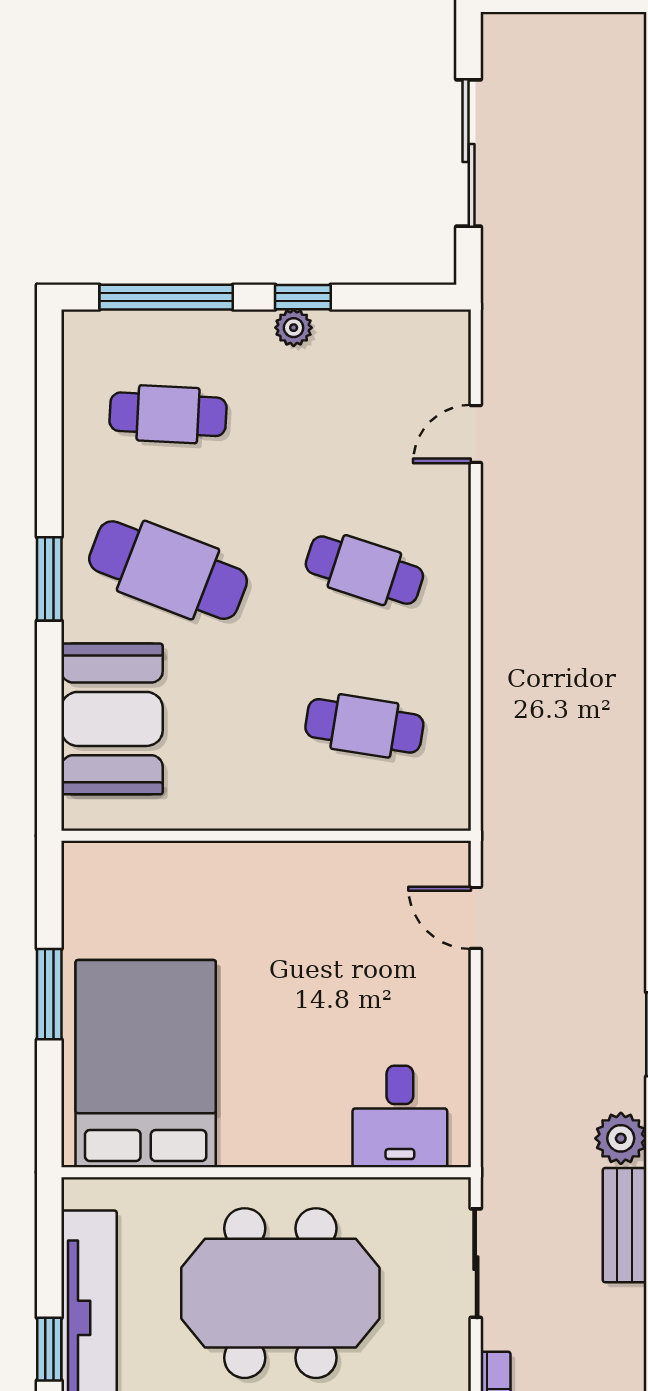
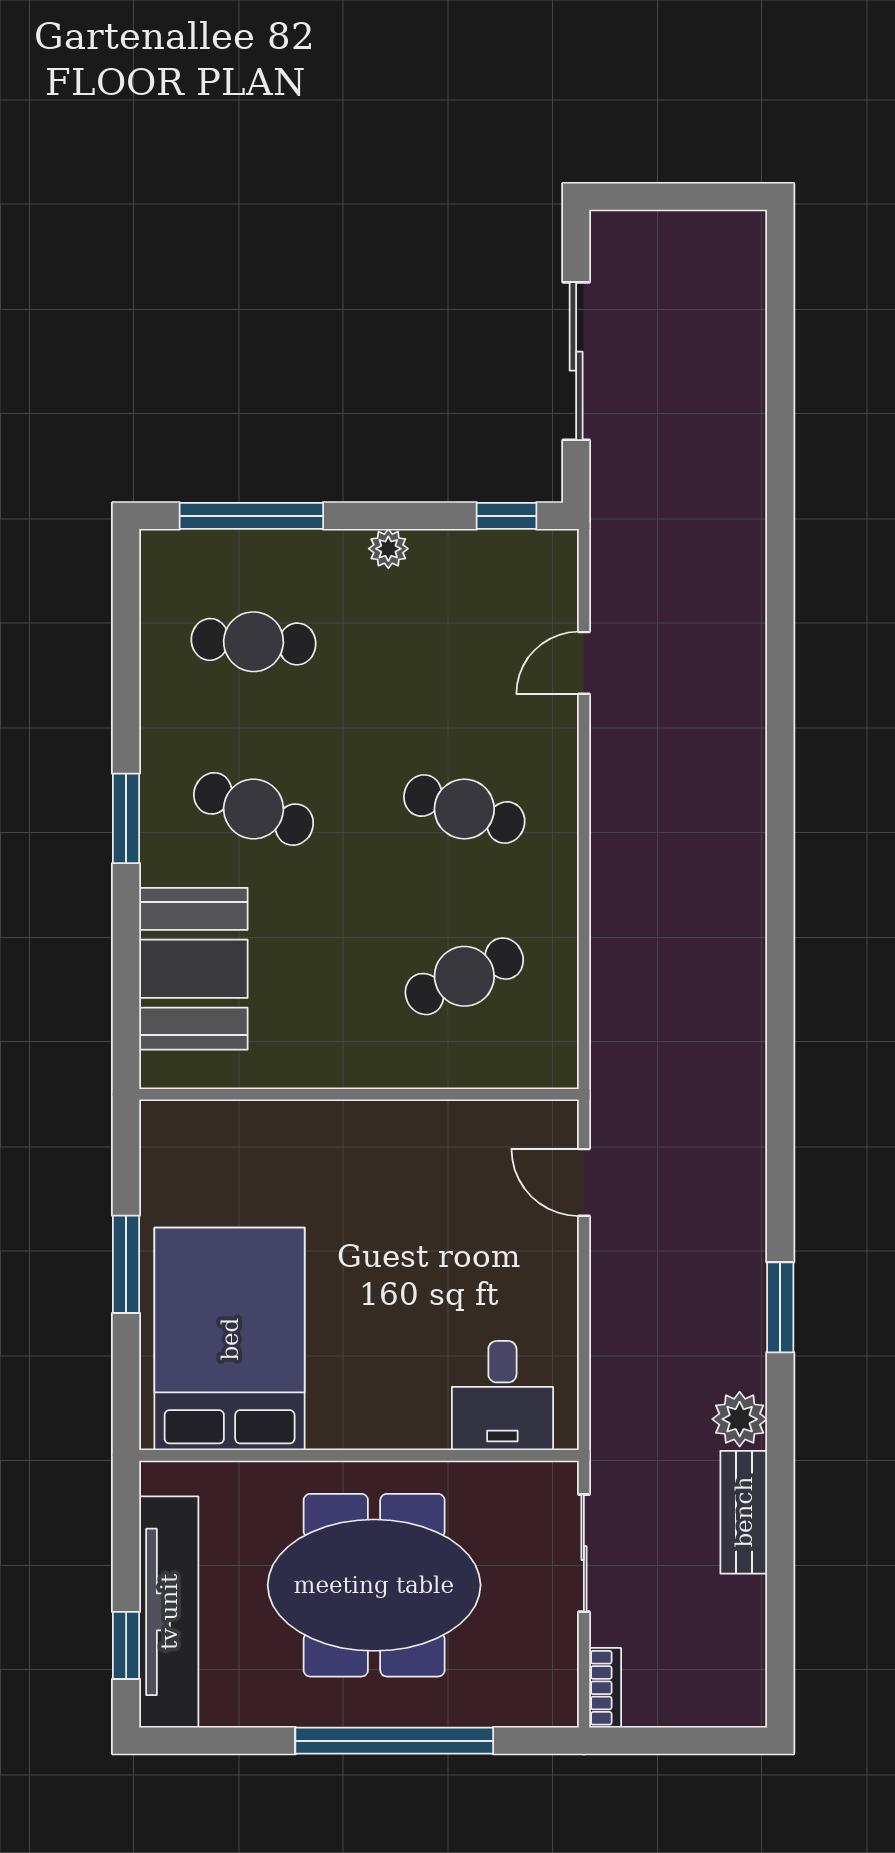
window: (303, 297) -> (507, 516), moved
cafe table: (168, 570) -> (254, 809), width x0.73, depth x0.74
cafe table: (364, 726) -> (464, 976), turned -33

